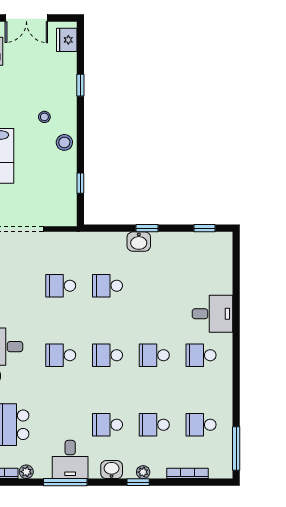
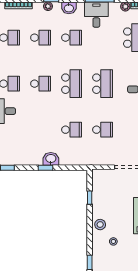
school desk: (61, 355) -> (103, 84), width x1.85
school desk: (107, 355) -> (72, 84), width x1.85

